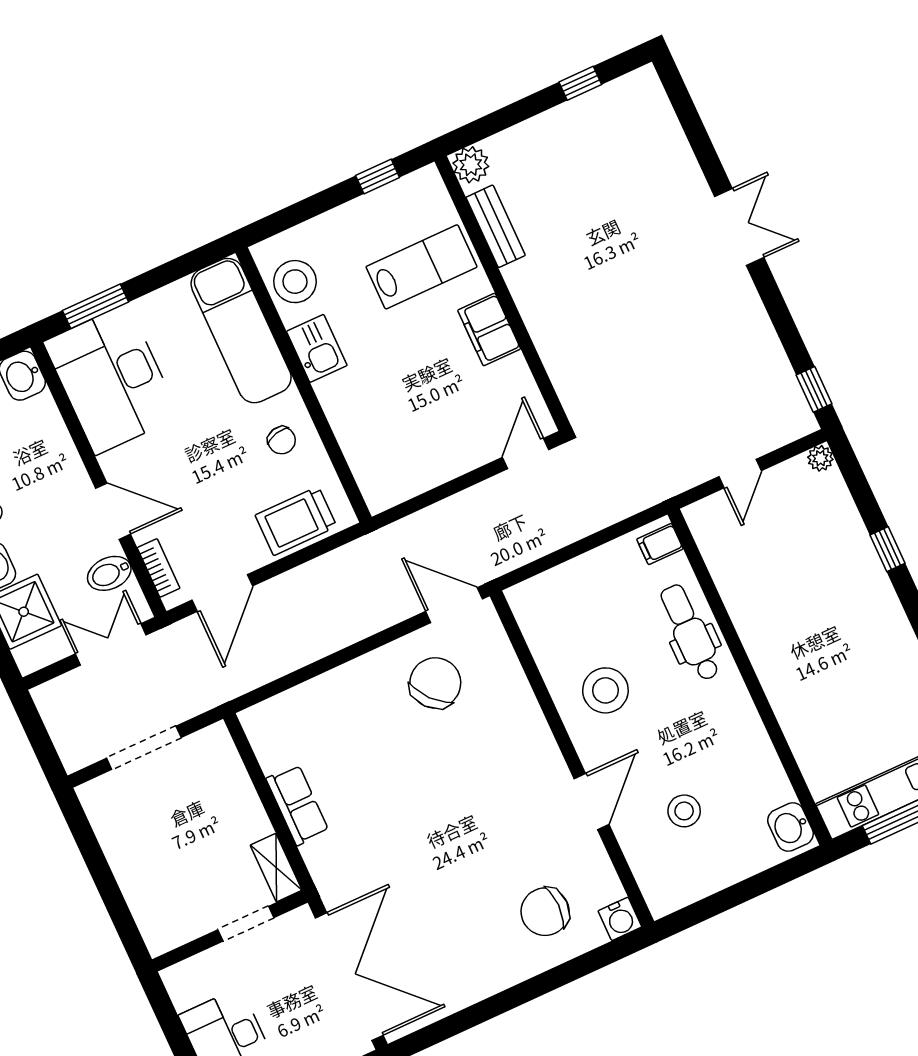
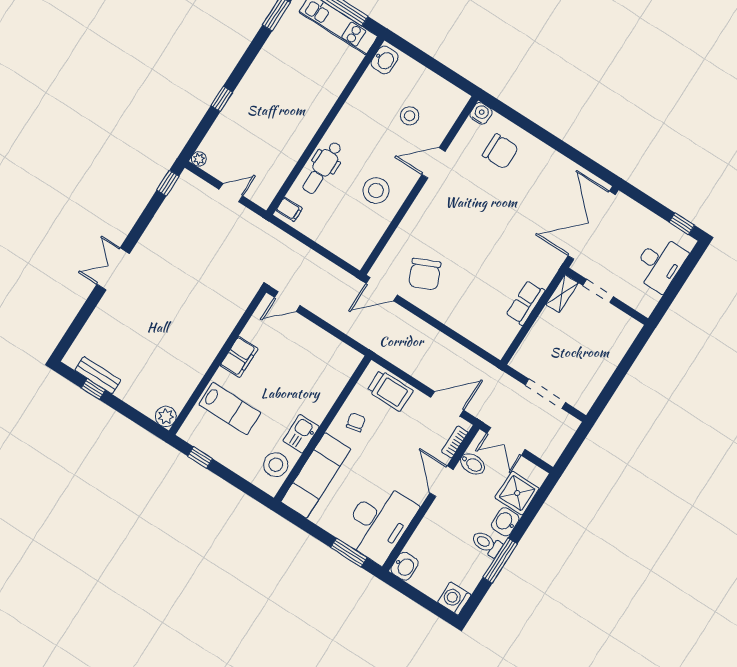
bench: (496, 226) -> (98, 375), moved, turned 90
lab bench: (421, 267) -> (230, 409), turned 180
door: (454, 605) -> (382, 289), hinge flipped
chair: (435, 683) -> (425, 274), turned -73

